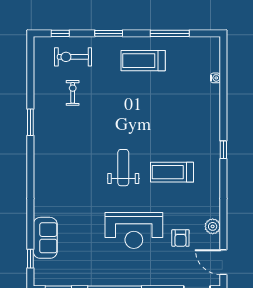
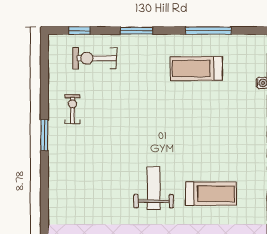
treadmill: (143, 61) -> (196, 69), moved
exercise bike: (73, 93) -> (72, 109), moved
treadmill: (172, 172) -> (211, 194), turned 180

